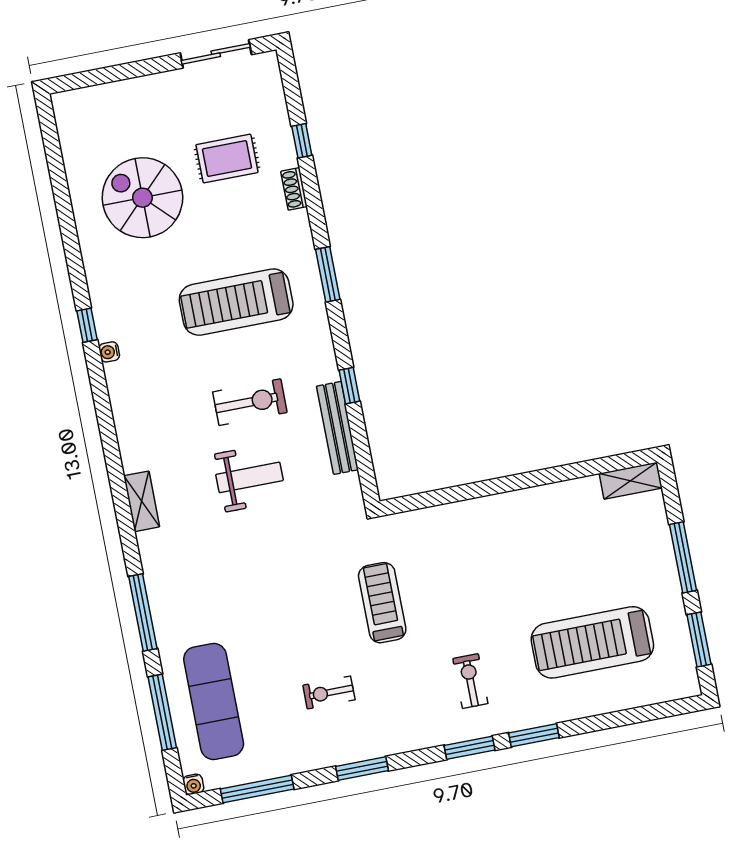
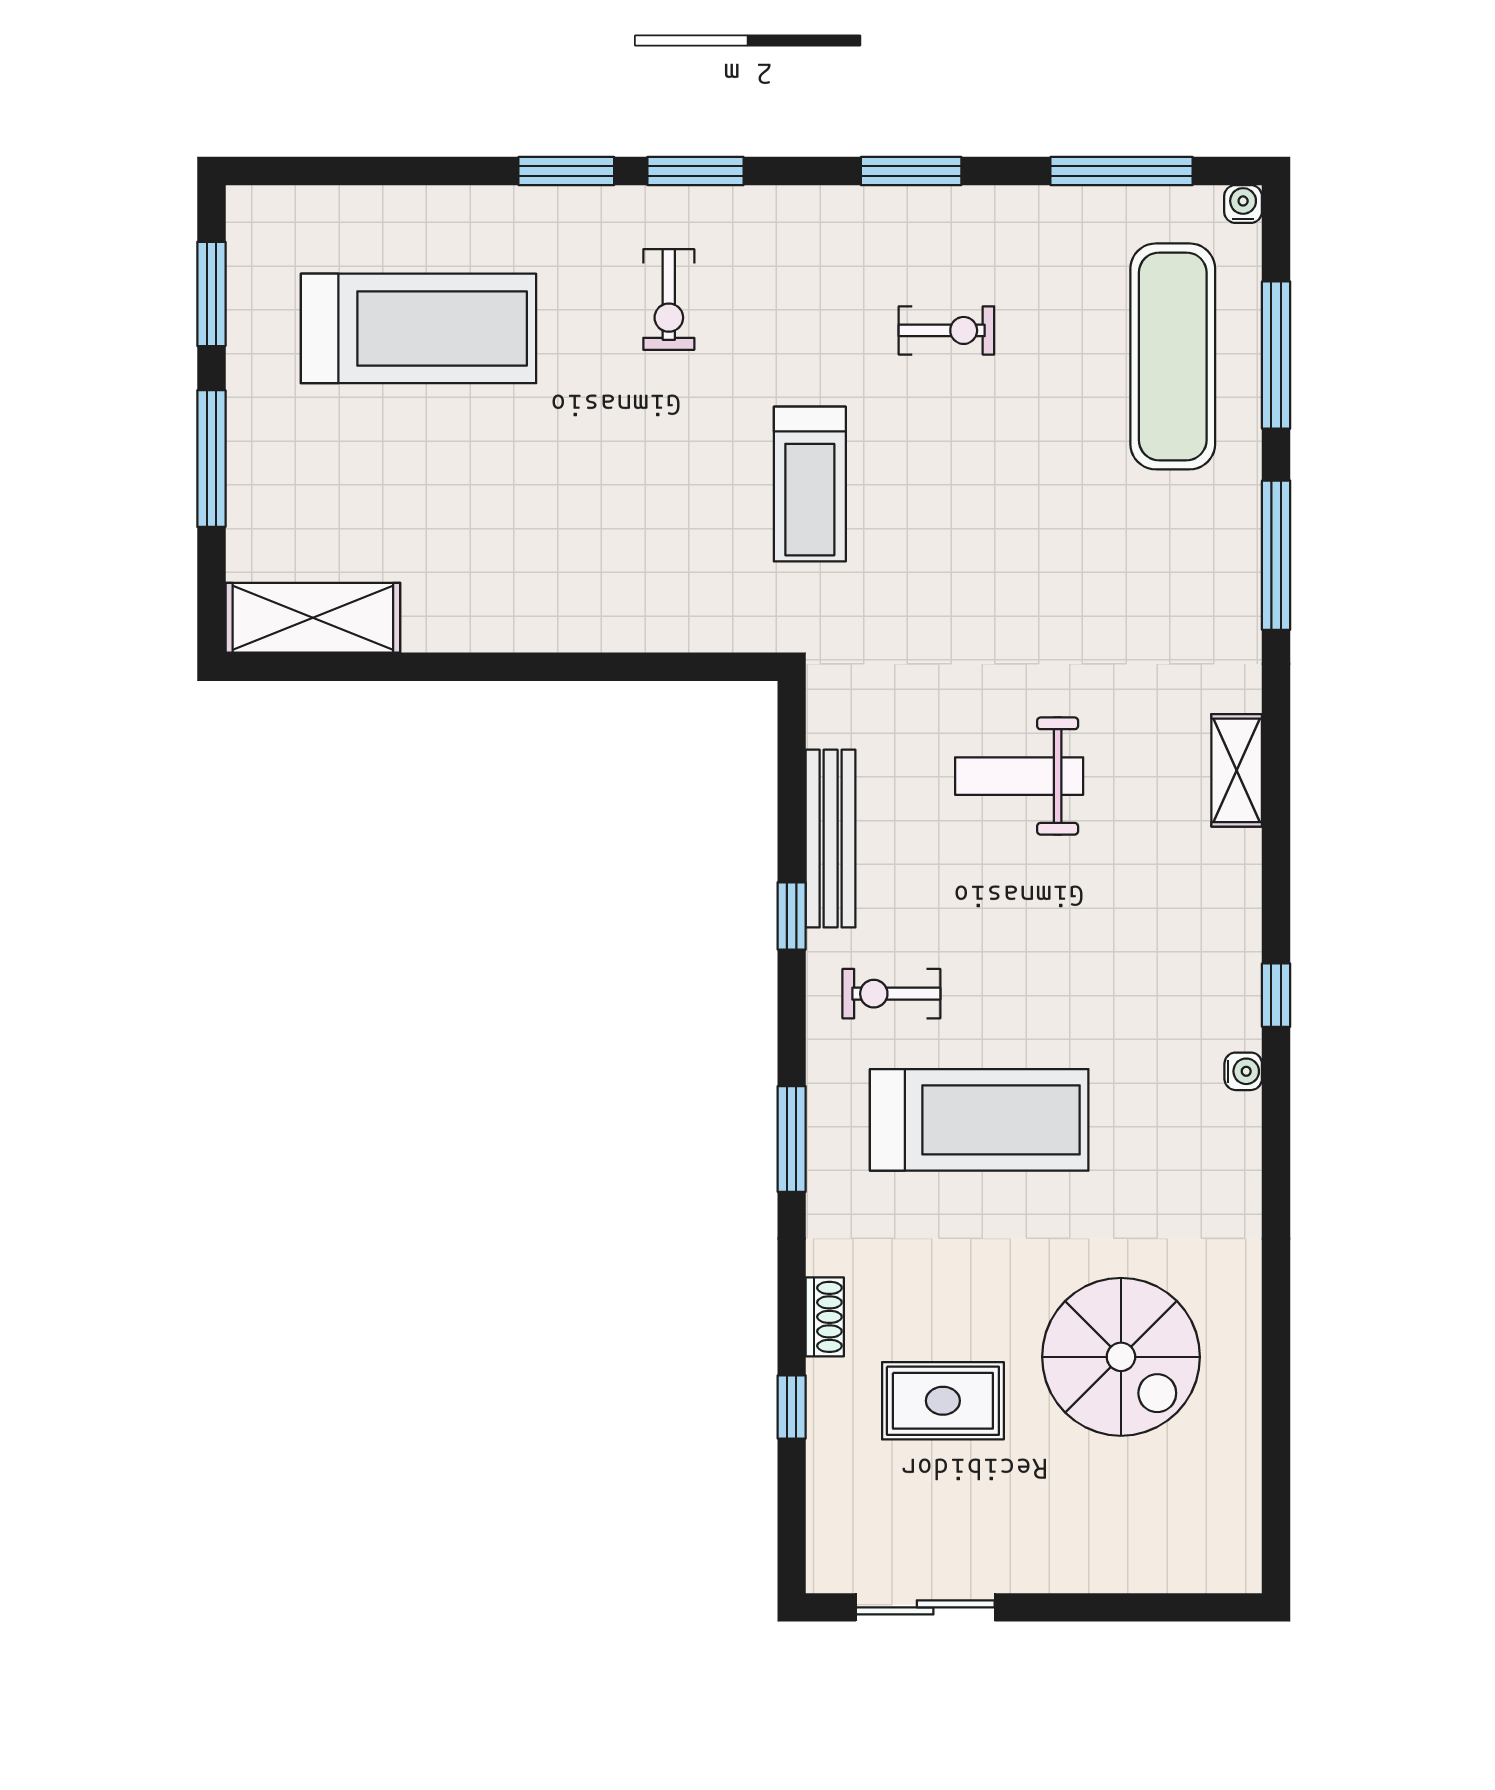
window: (87, 325) -> (1276, 995), moved
exercise bike: (250, 402) -> (891, 994), moved, width x0.73, depth x0.72
shelving: (631, 481) -> (313, 618), width x1.50, depth x1.33

